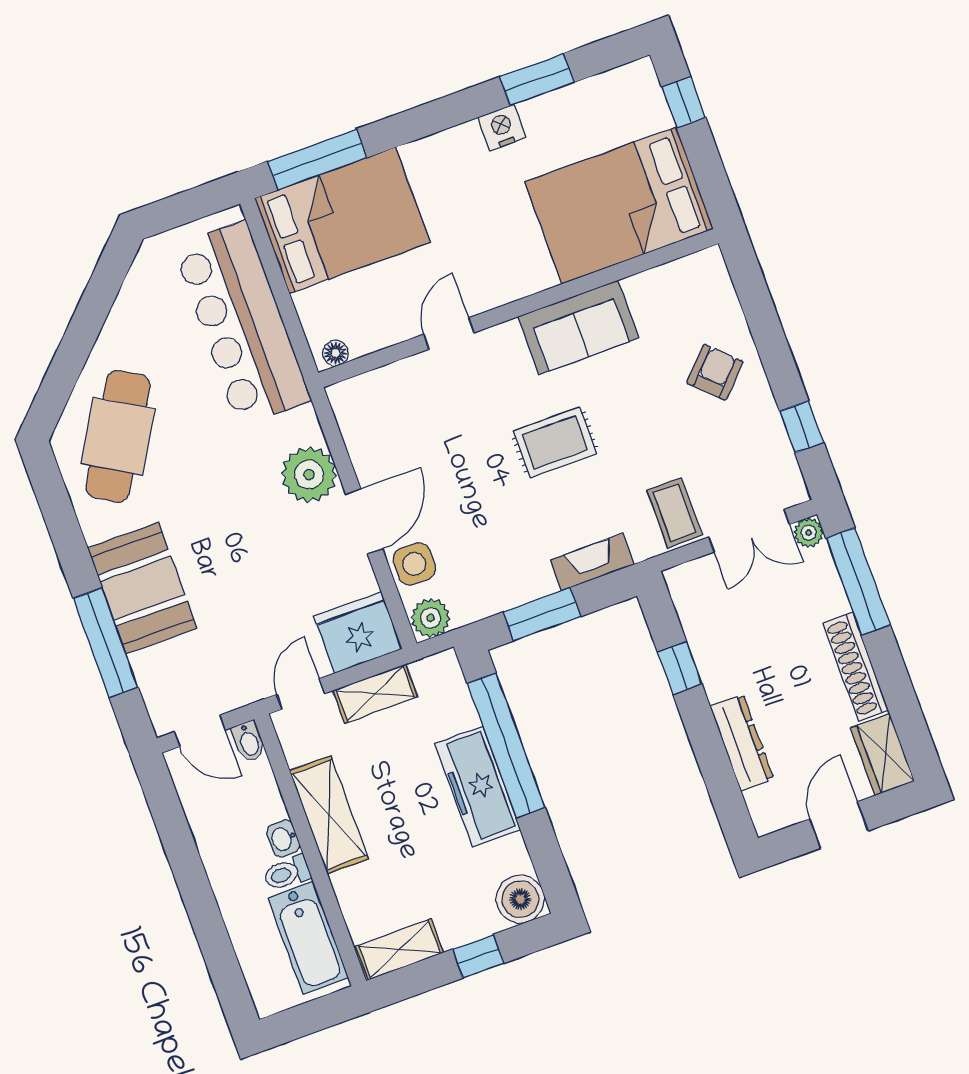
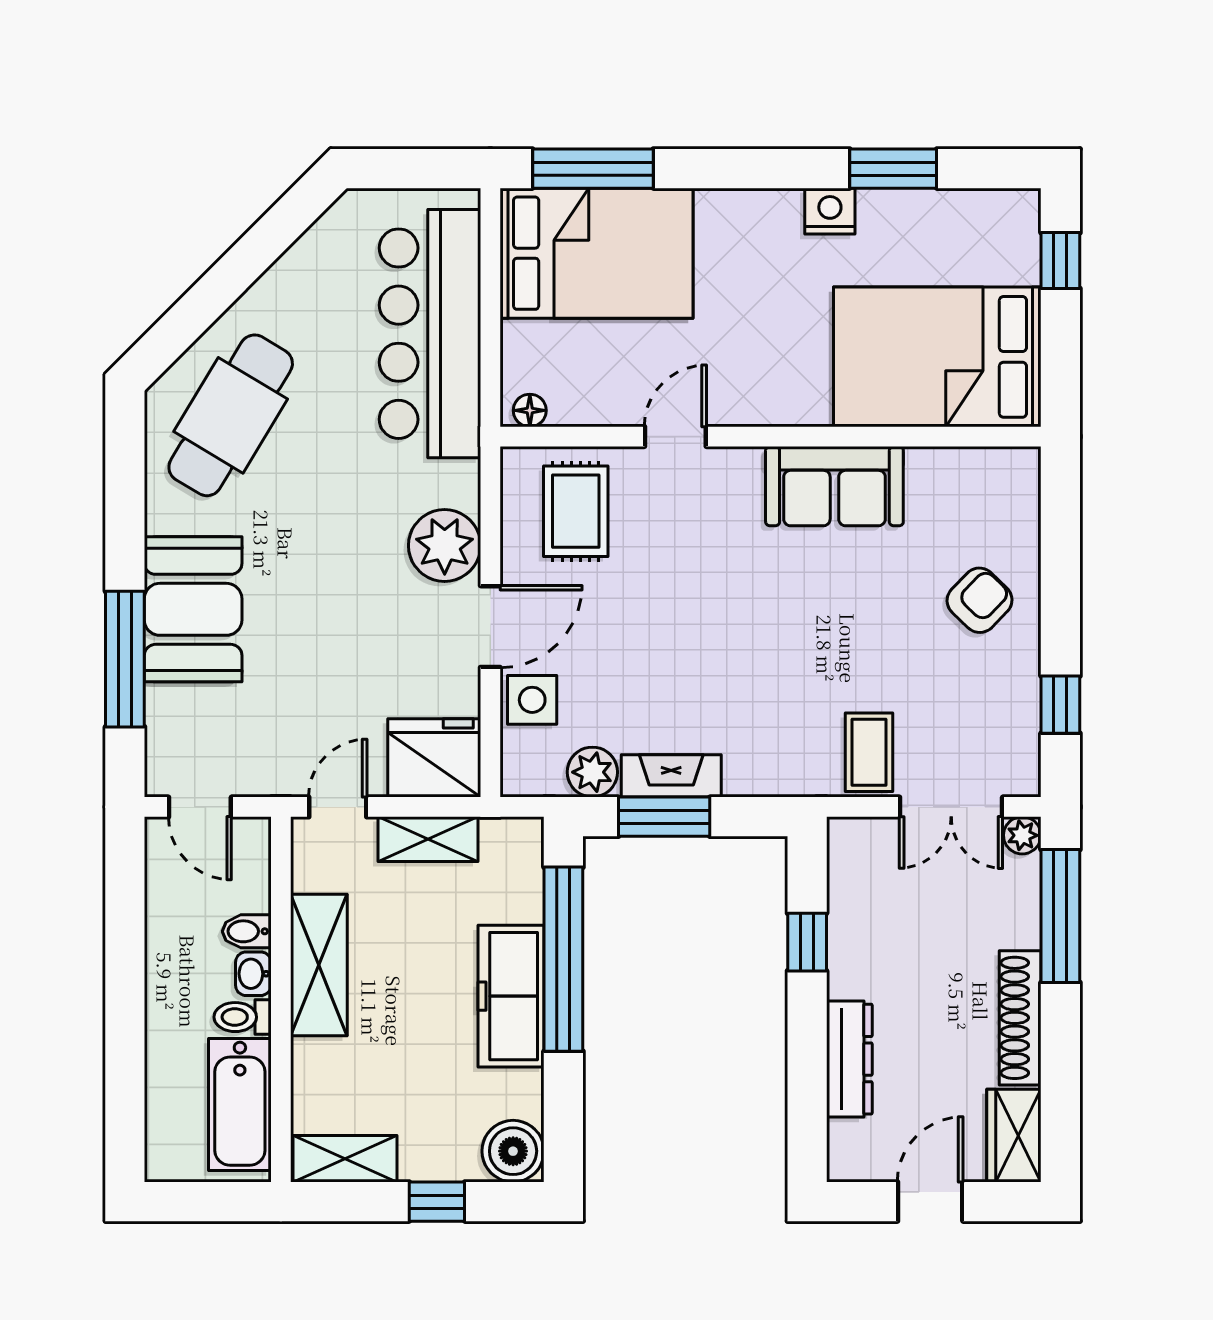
rug: (555, 442) -> (576, 511), moved, turned 90
fireplace: (592, 562) -> (671, 776), moved
plant: (431, 618) -> (592, 772), moved
bidet: (249, 741) -> (247, 931), moved, turned 90

